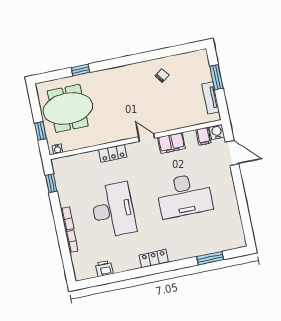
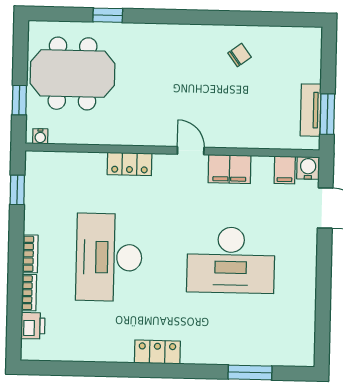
window: (217, 77) -> (327, 114), moved
desk: (113, 210) -> (109, 257), turned 180
printer: (104, 269) -> (33, 326), moved, turned 90

